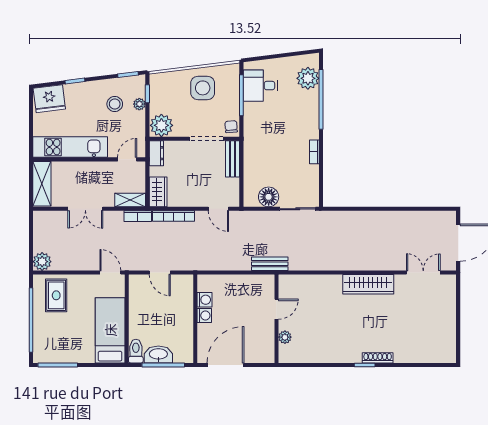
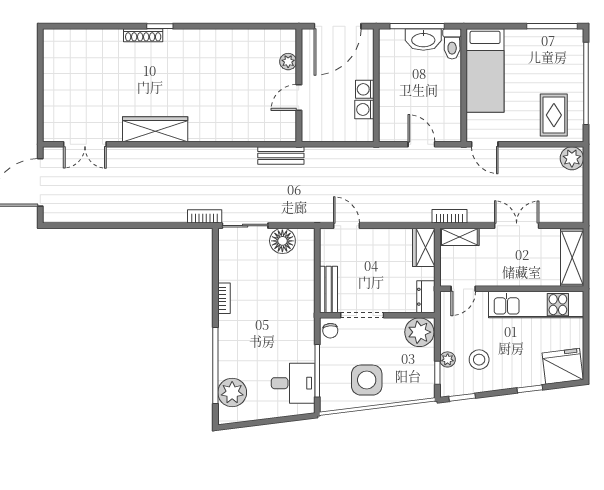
bookcase: (174, 216) -> (205, 216), moved, width x0.64
door: (276, 309) -> (299, 97), moved
wall: (276, 319) -> (299, 85), moved
plant: (285, 337) -> (288, 62), moved

